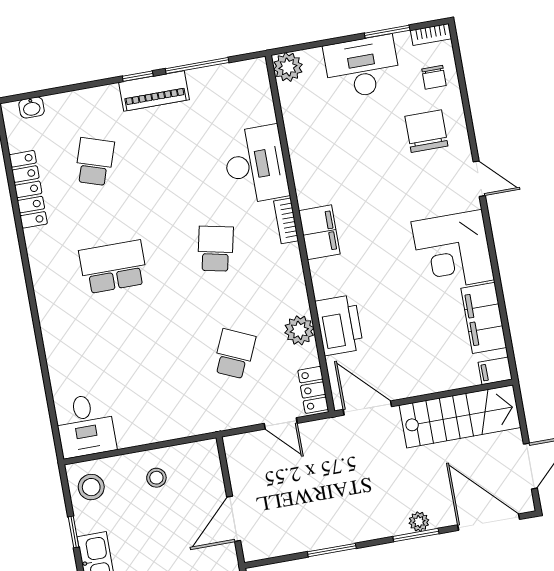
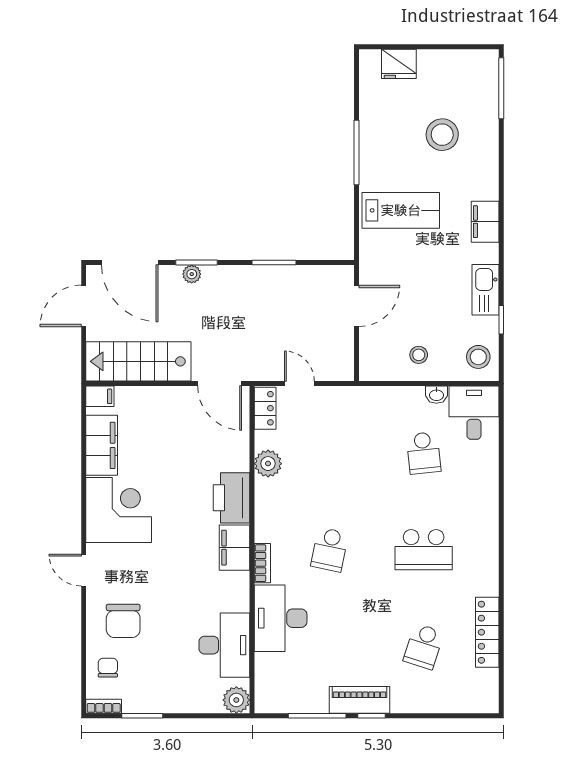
desk: (362, 67) -> (224, 645), moved, turned -90
washbasin: (32, 108) -> (436, 395), moved, turned 180
printer: (339, 325) -> (232, 498), moved
school desk: (234, 354) -> (424, 453), moved, turned -30

